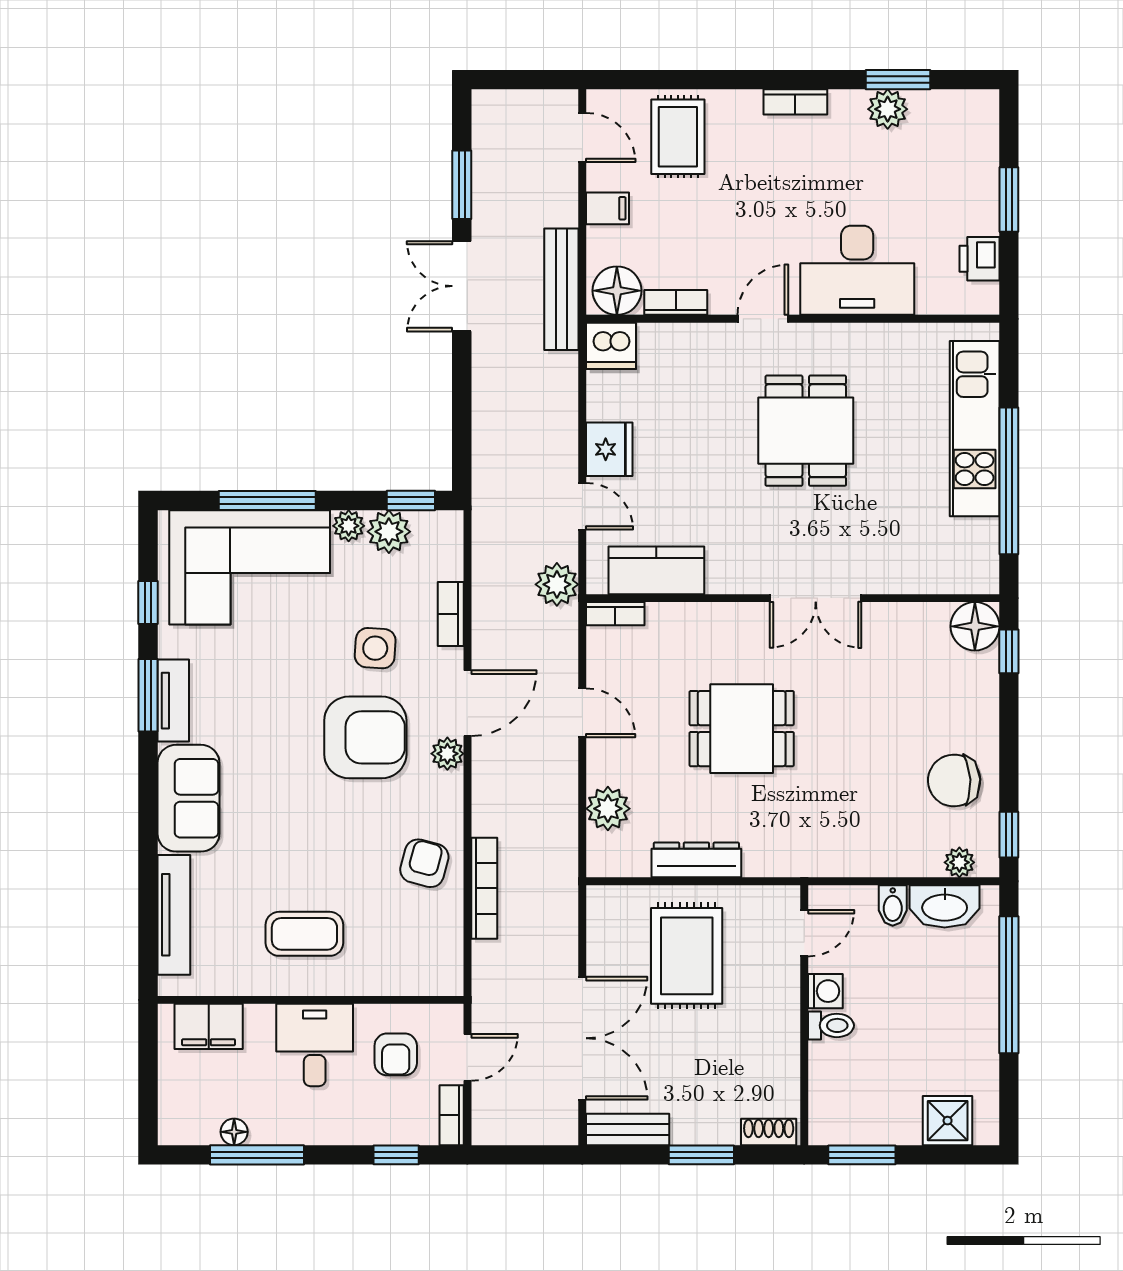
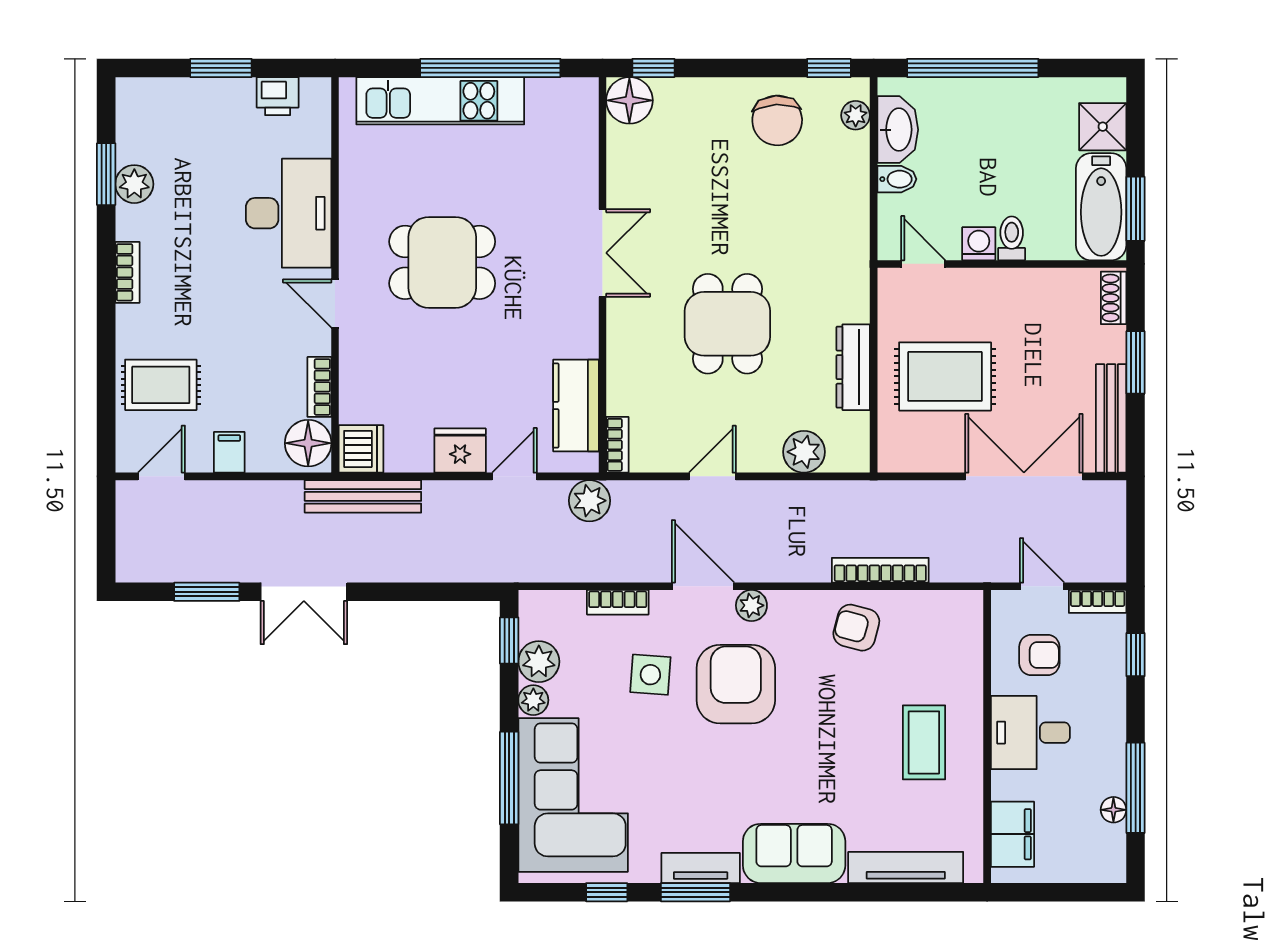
bench: (561, 289) -> (363, 496), moved
bathtub: (864, 1119) -> (1101, 207), added
bench: (628, 1129) -> (1111, 418), width x1.36

